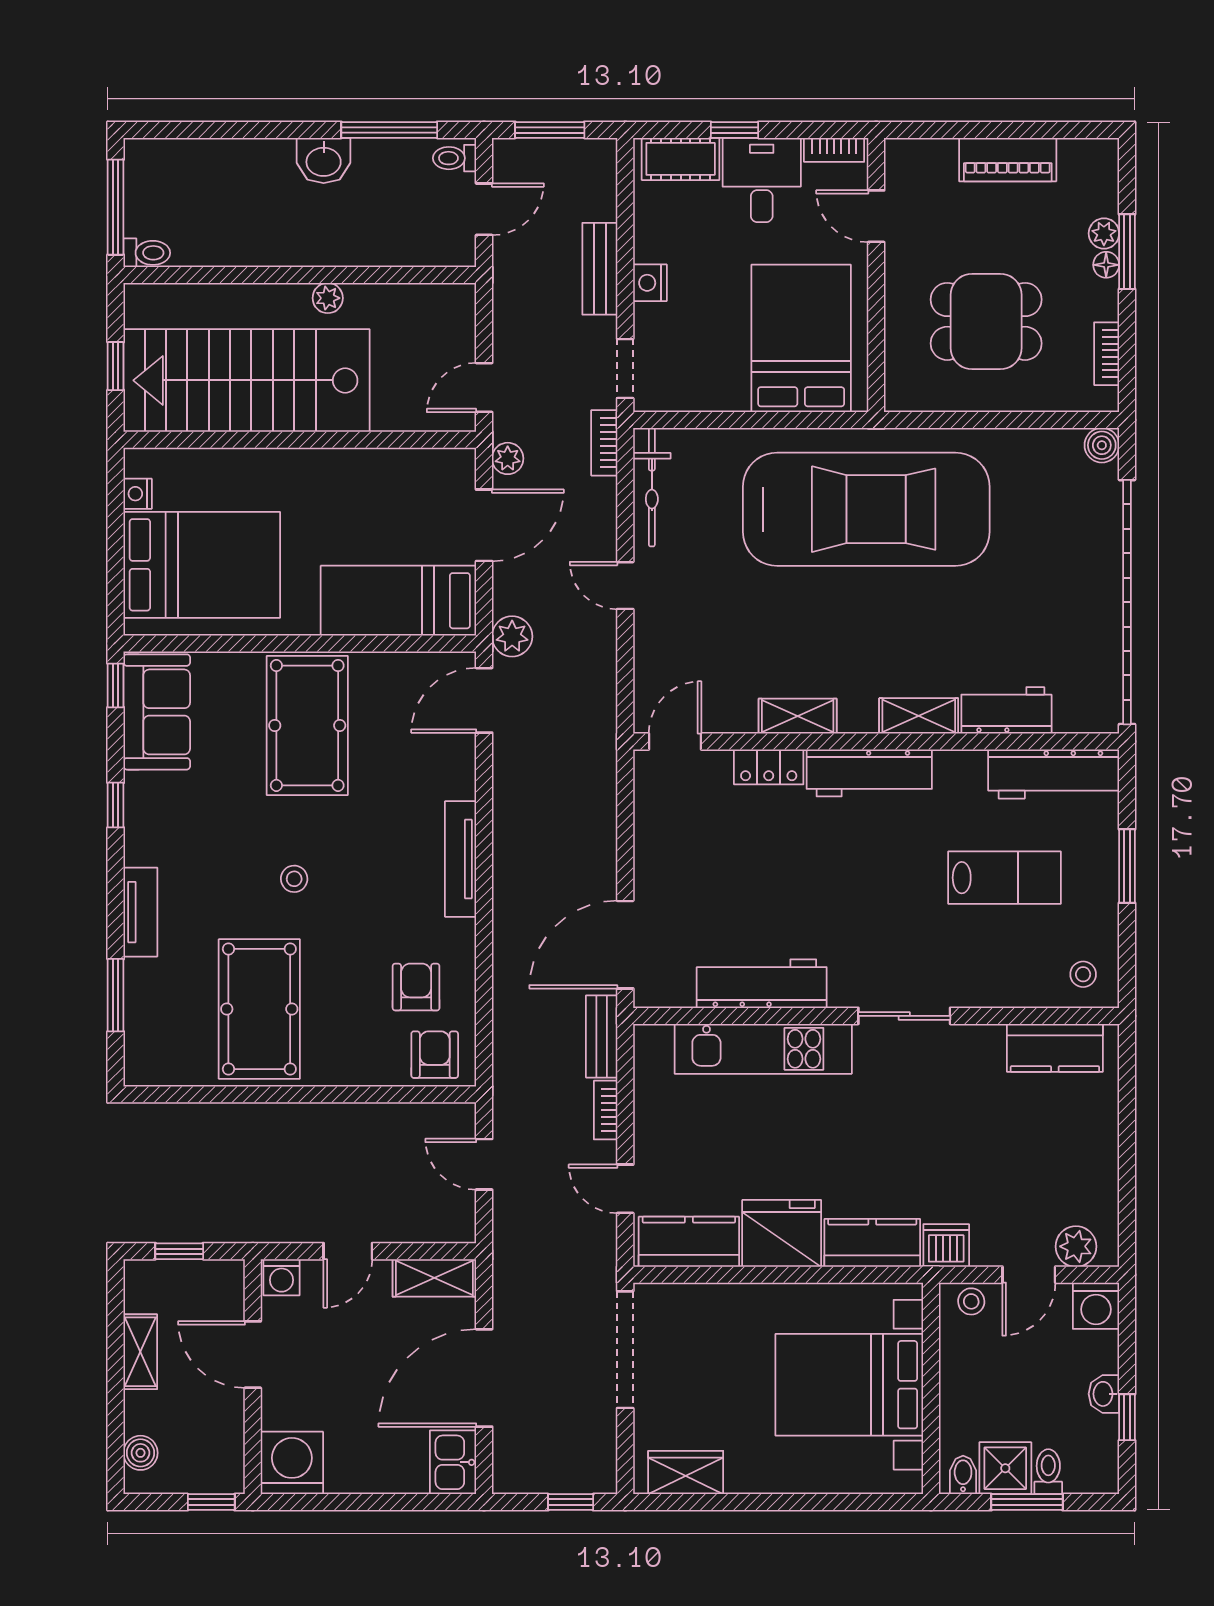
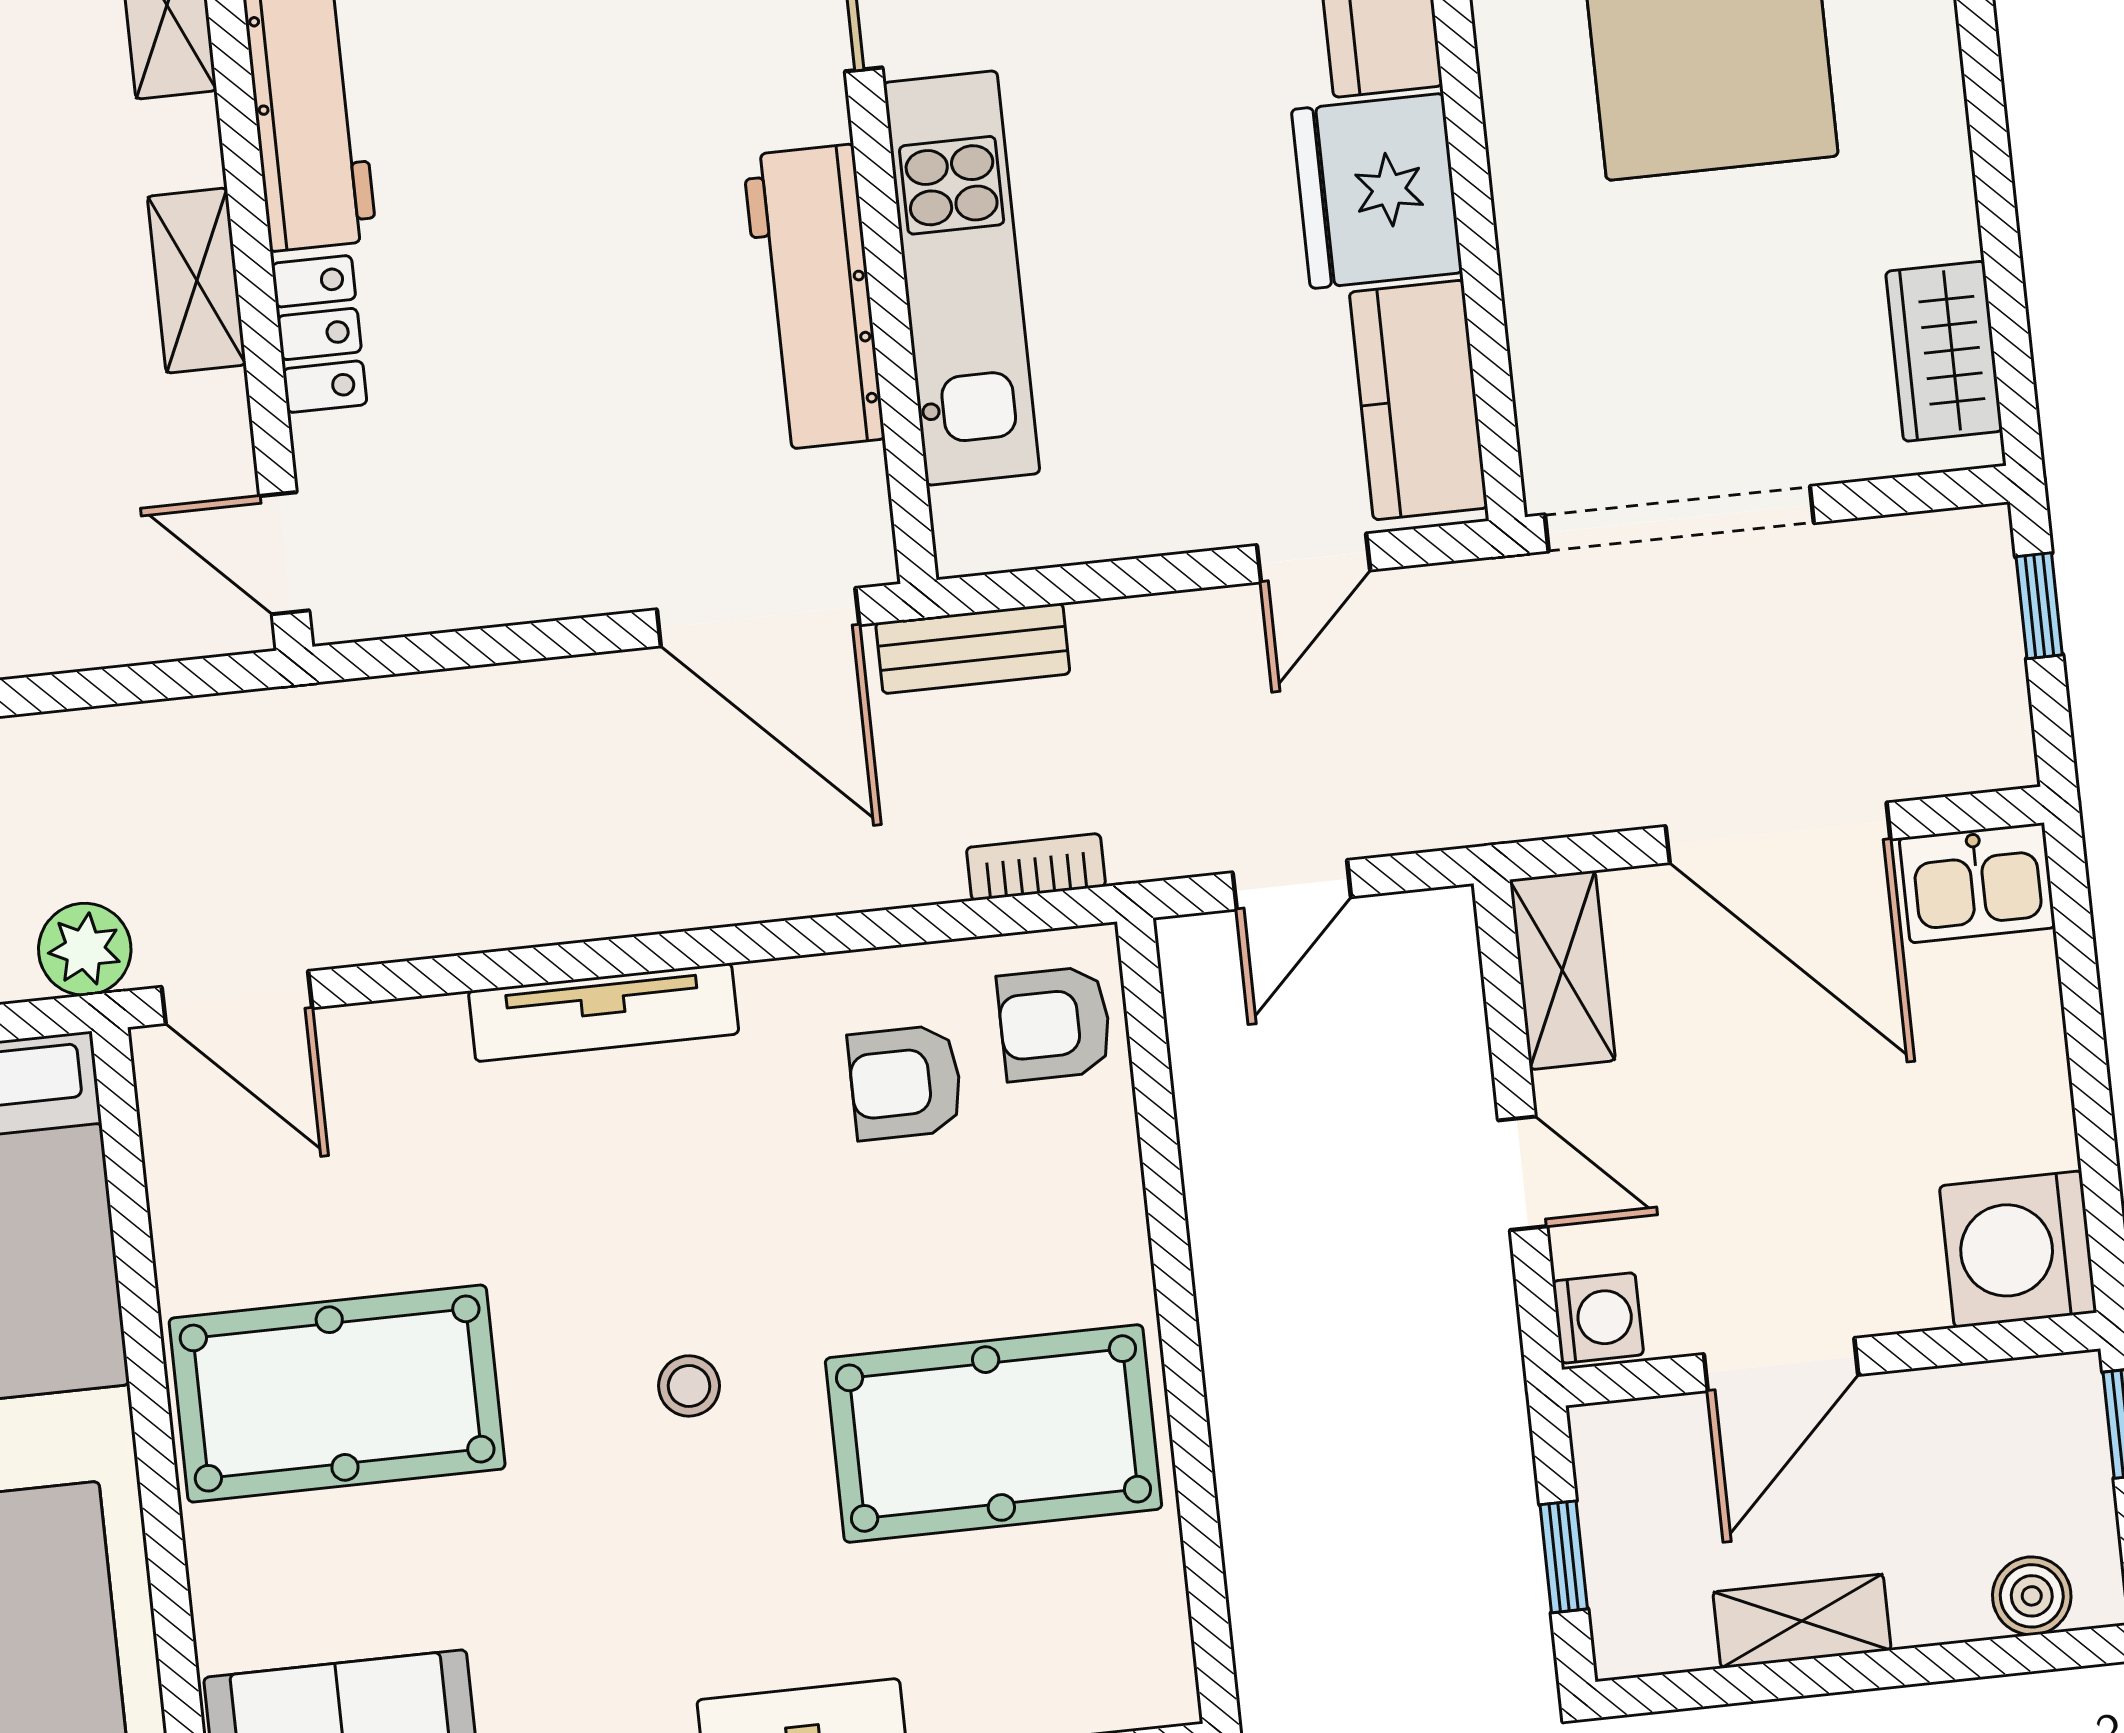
bookcase: (606, 1110) -> (1036, 867), moved, turned 180

